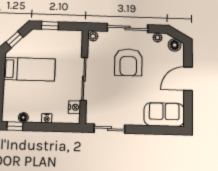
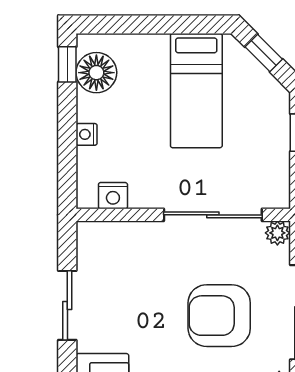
sliding door: (84, 79) -> (213, 215), moved
floor lamp: (23, 117) -> (96, 73), width x1.89, depth x1.89
sliding door: (109, 129) -> (67, 305), moved

